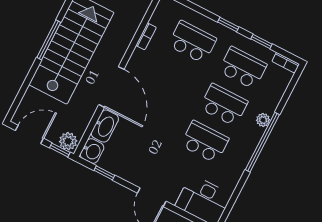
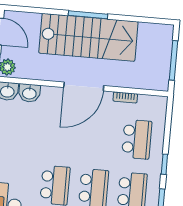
door: (111, 87) -> (84, 87), moved
washbasin: (105, 126) -> (29, 93), width x0.72

